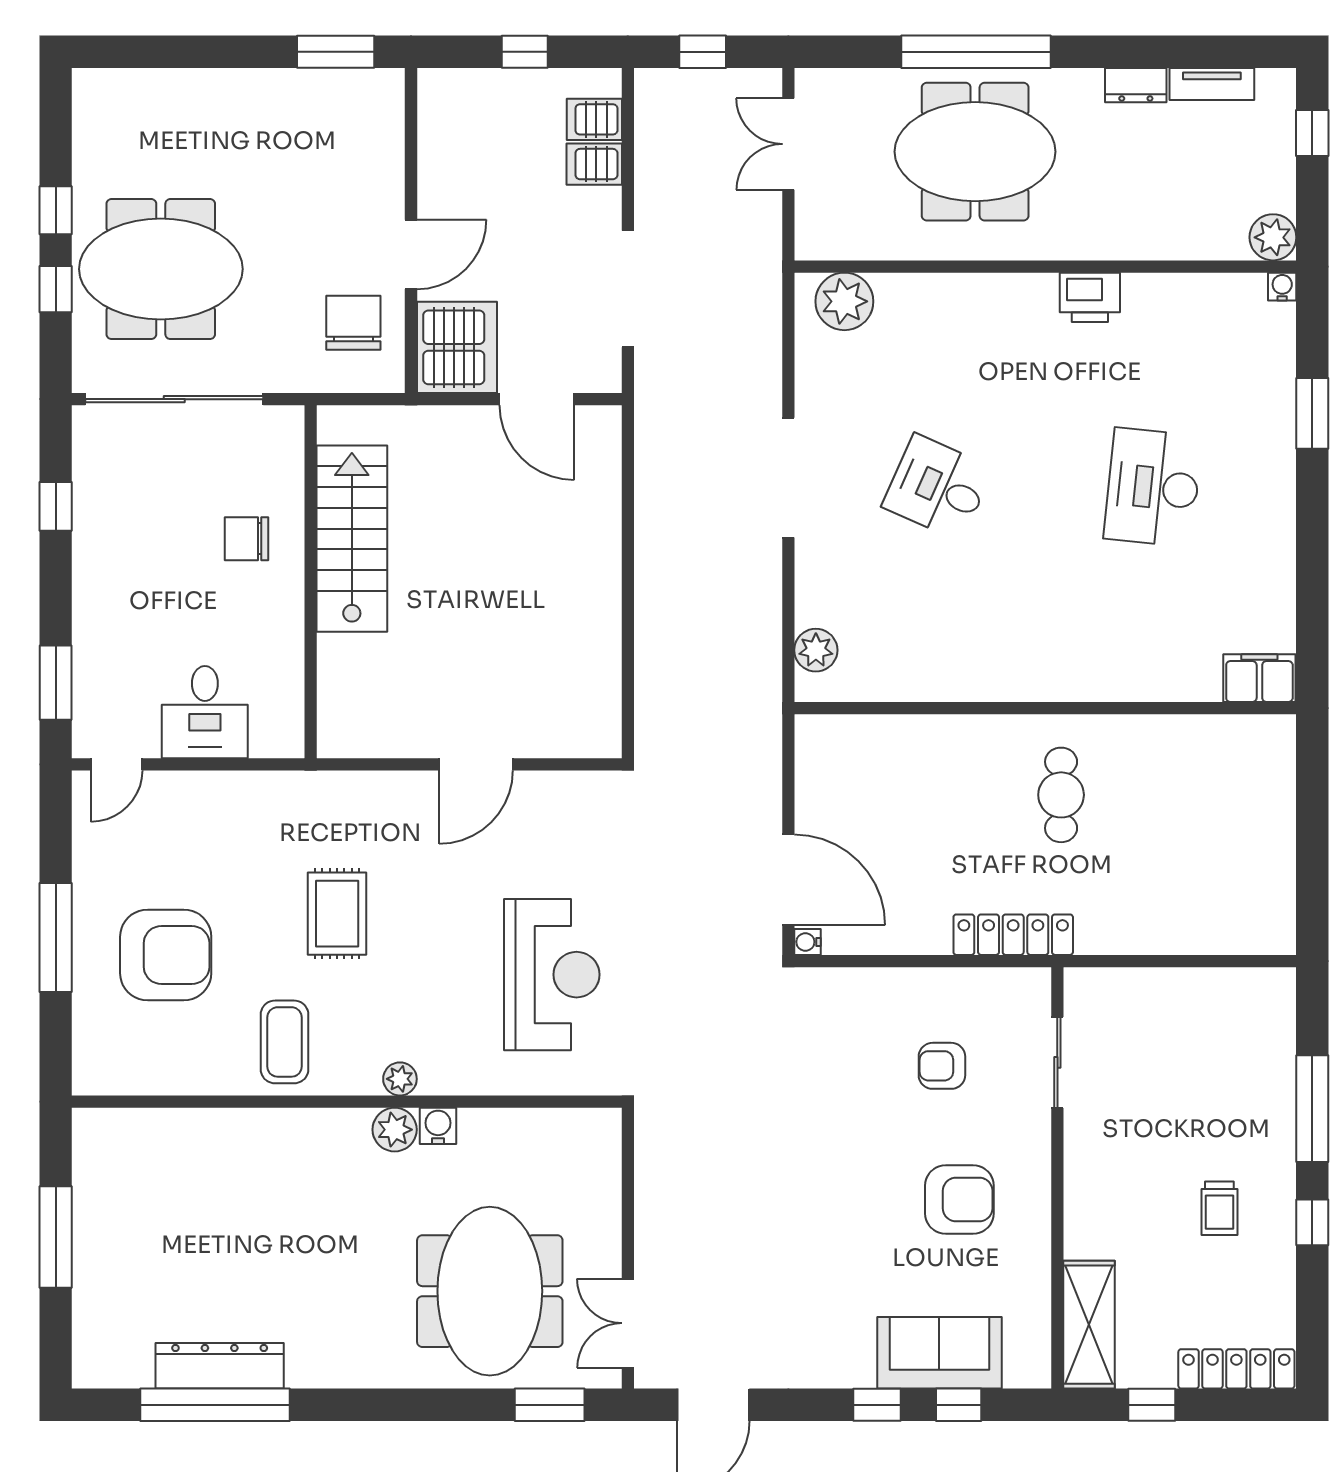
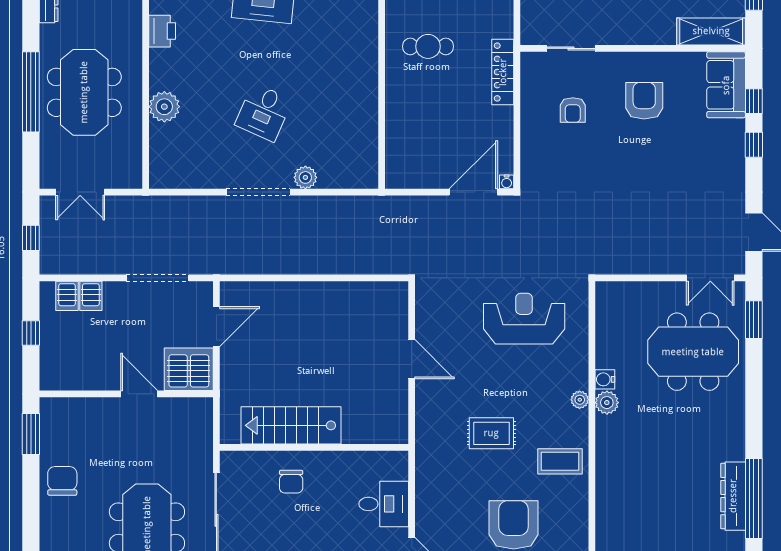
plant: (844, 301) -> (164, 107), moved
chair: (353, 323) -> (62, 481), moved, turned 90
plant: (816, 650) -> (305, 177), moved
sofa: (939, 1353) -> (726, 85), moved

